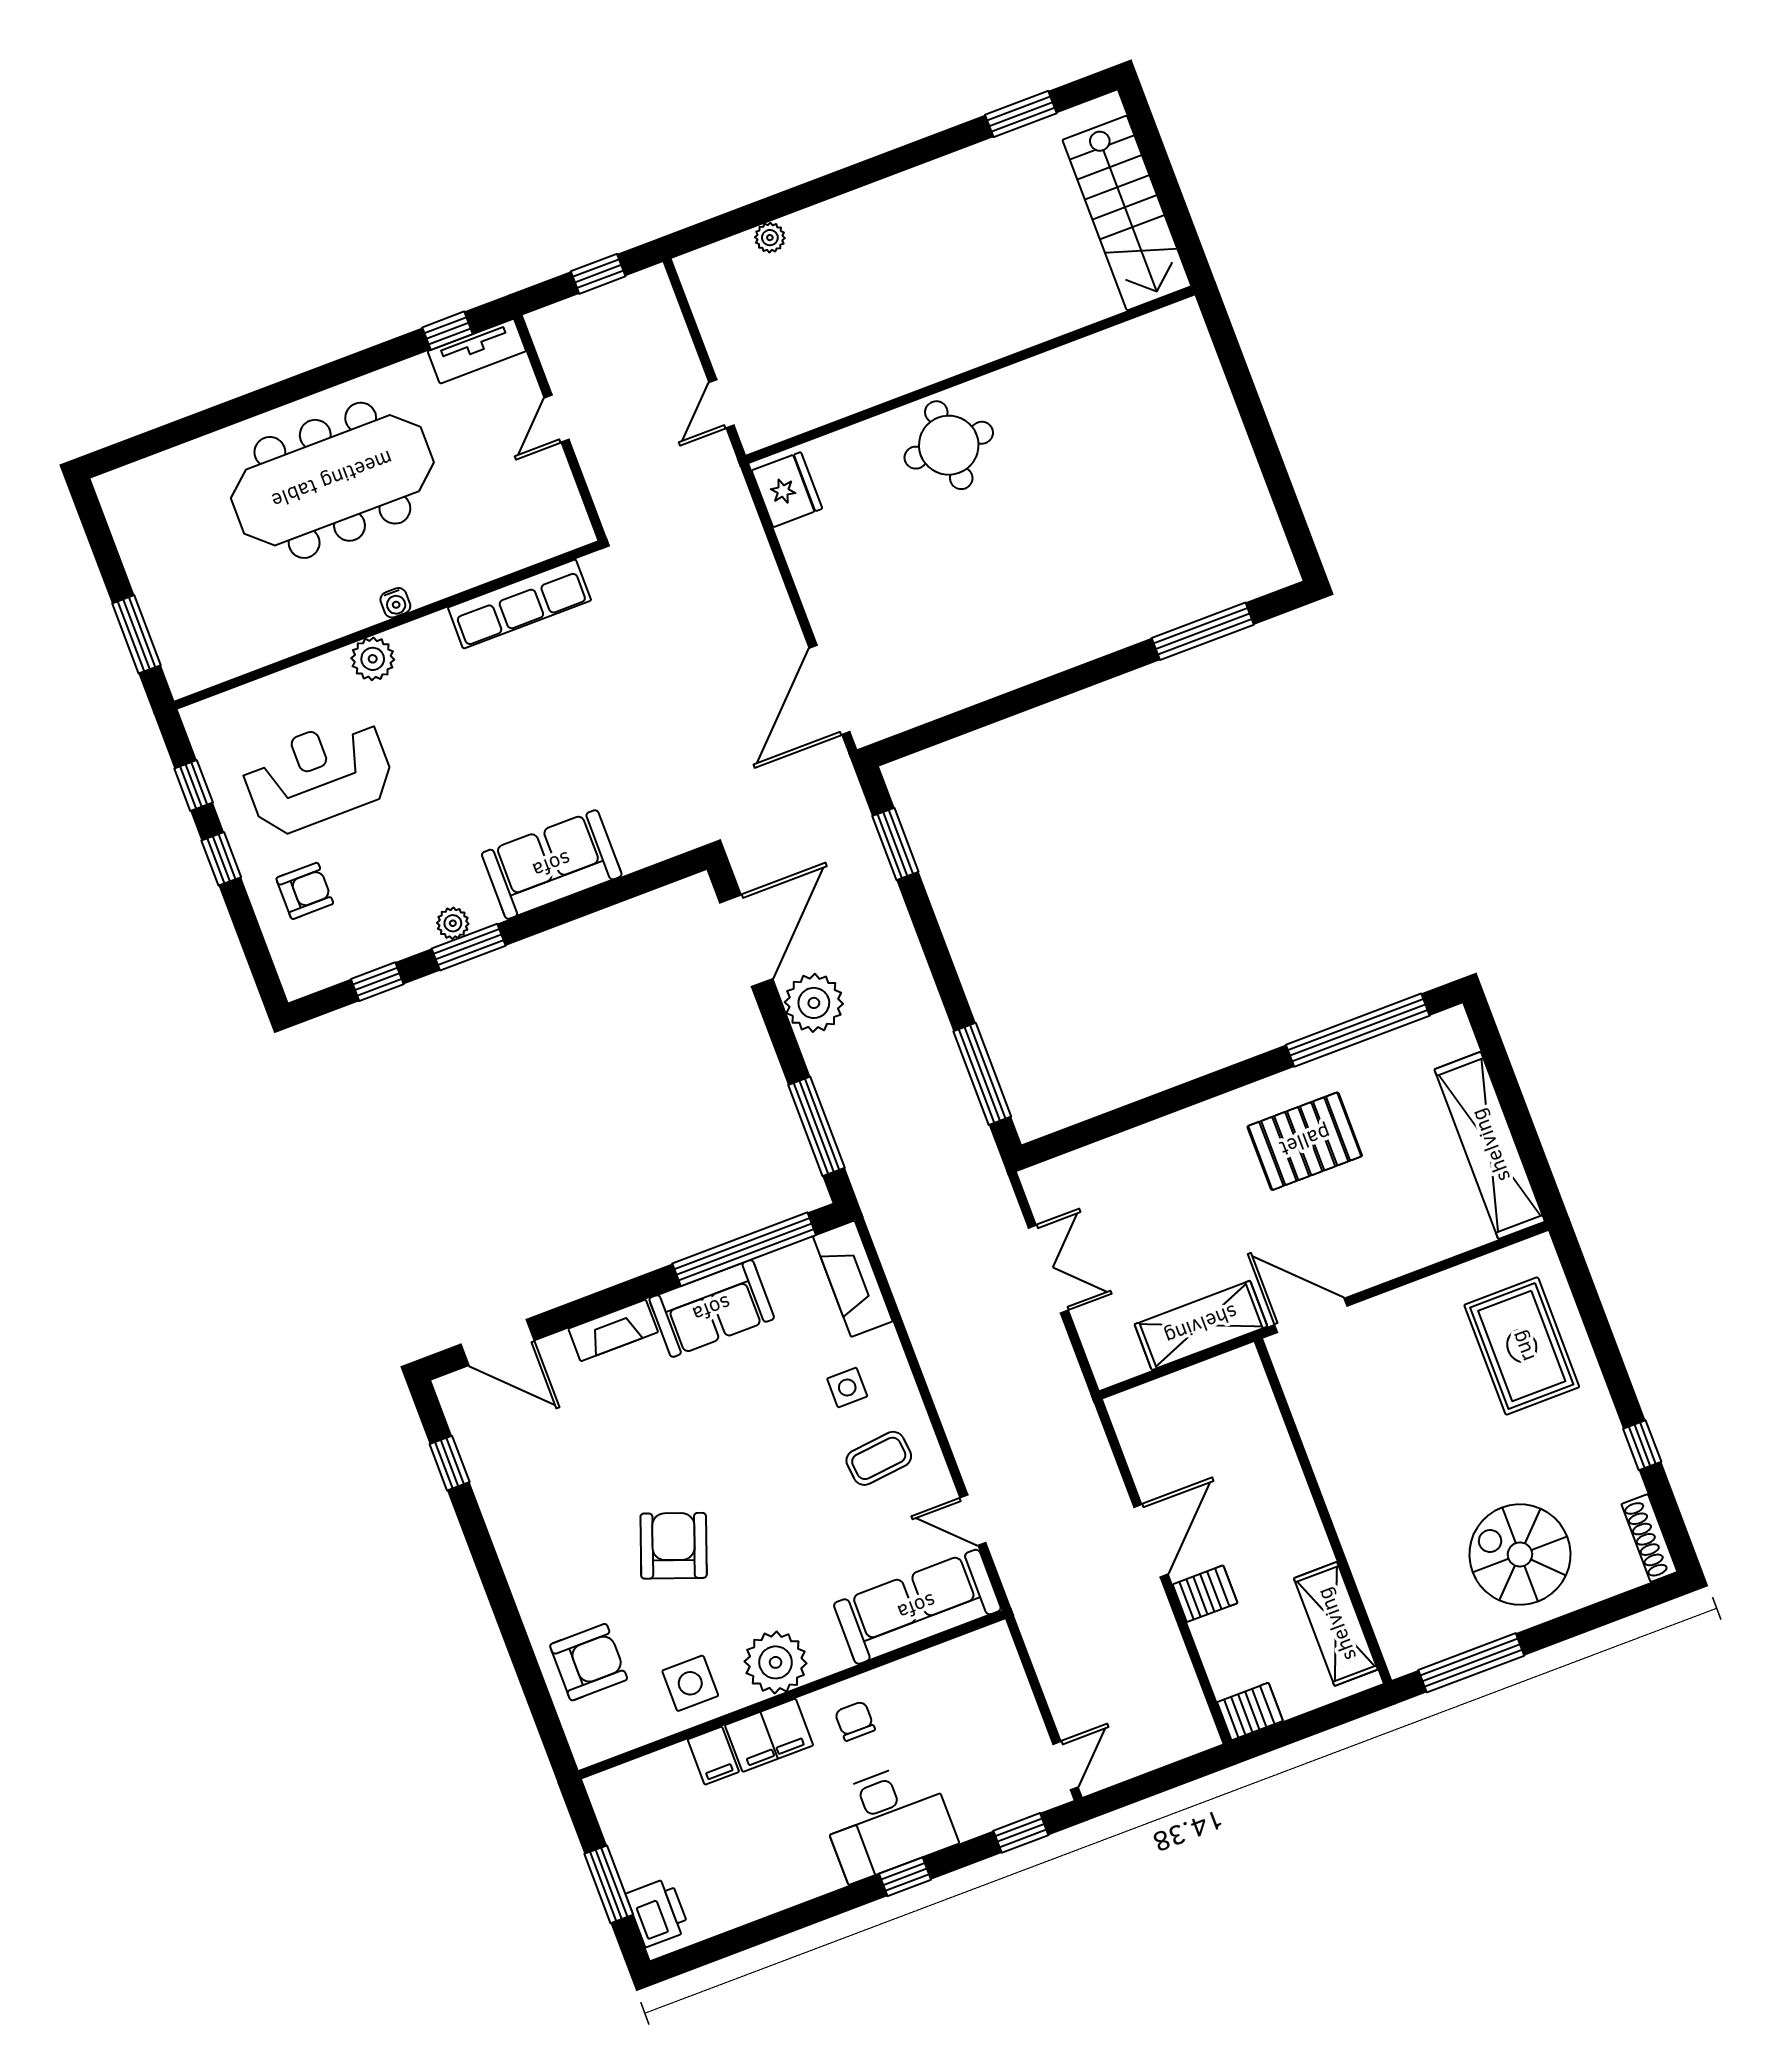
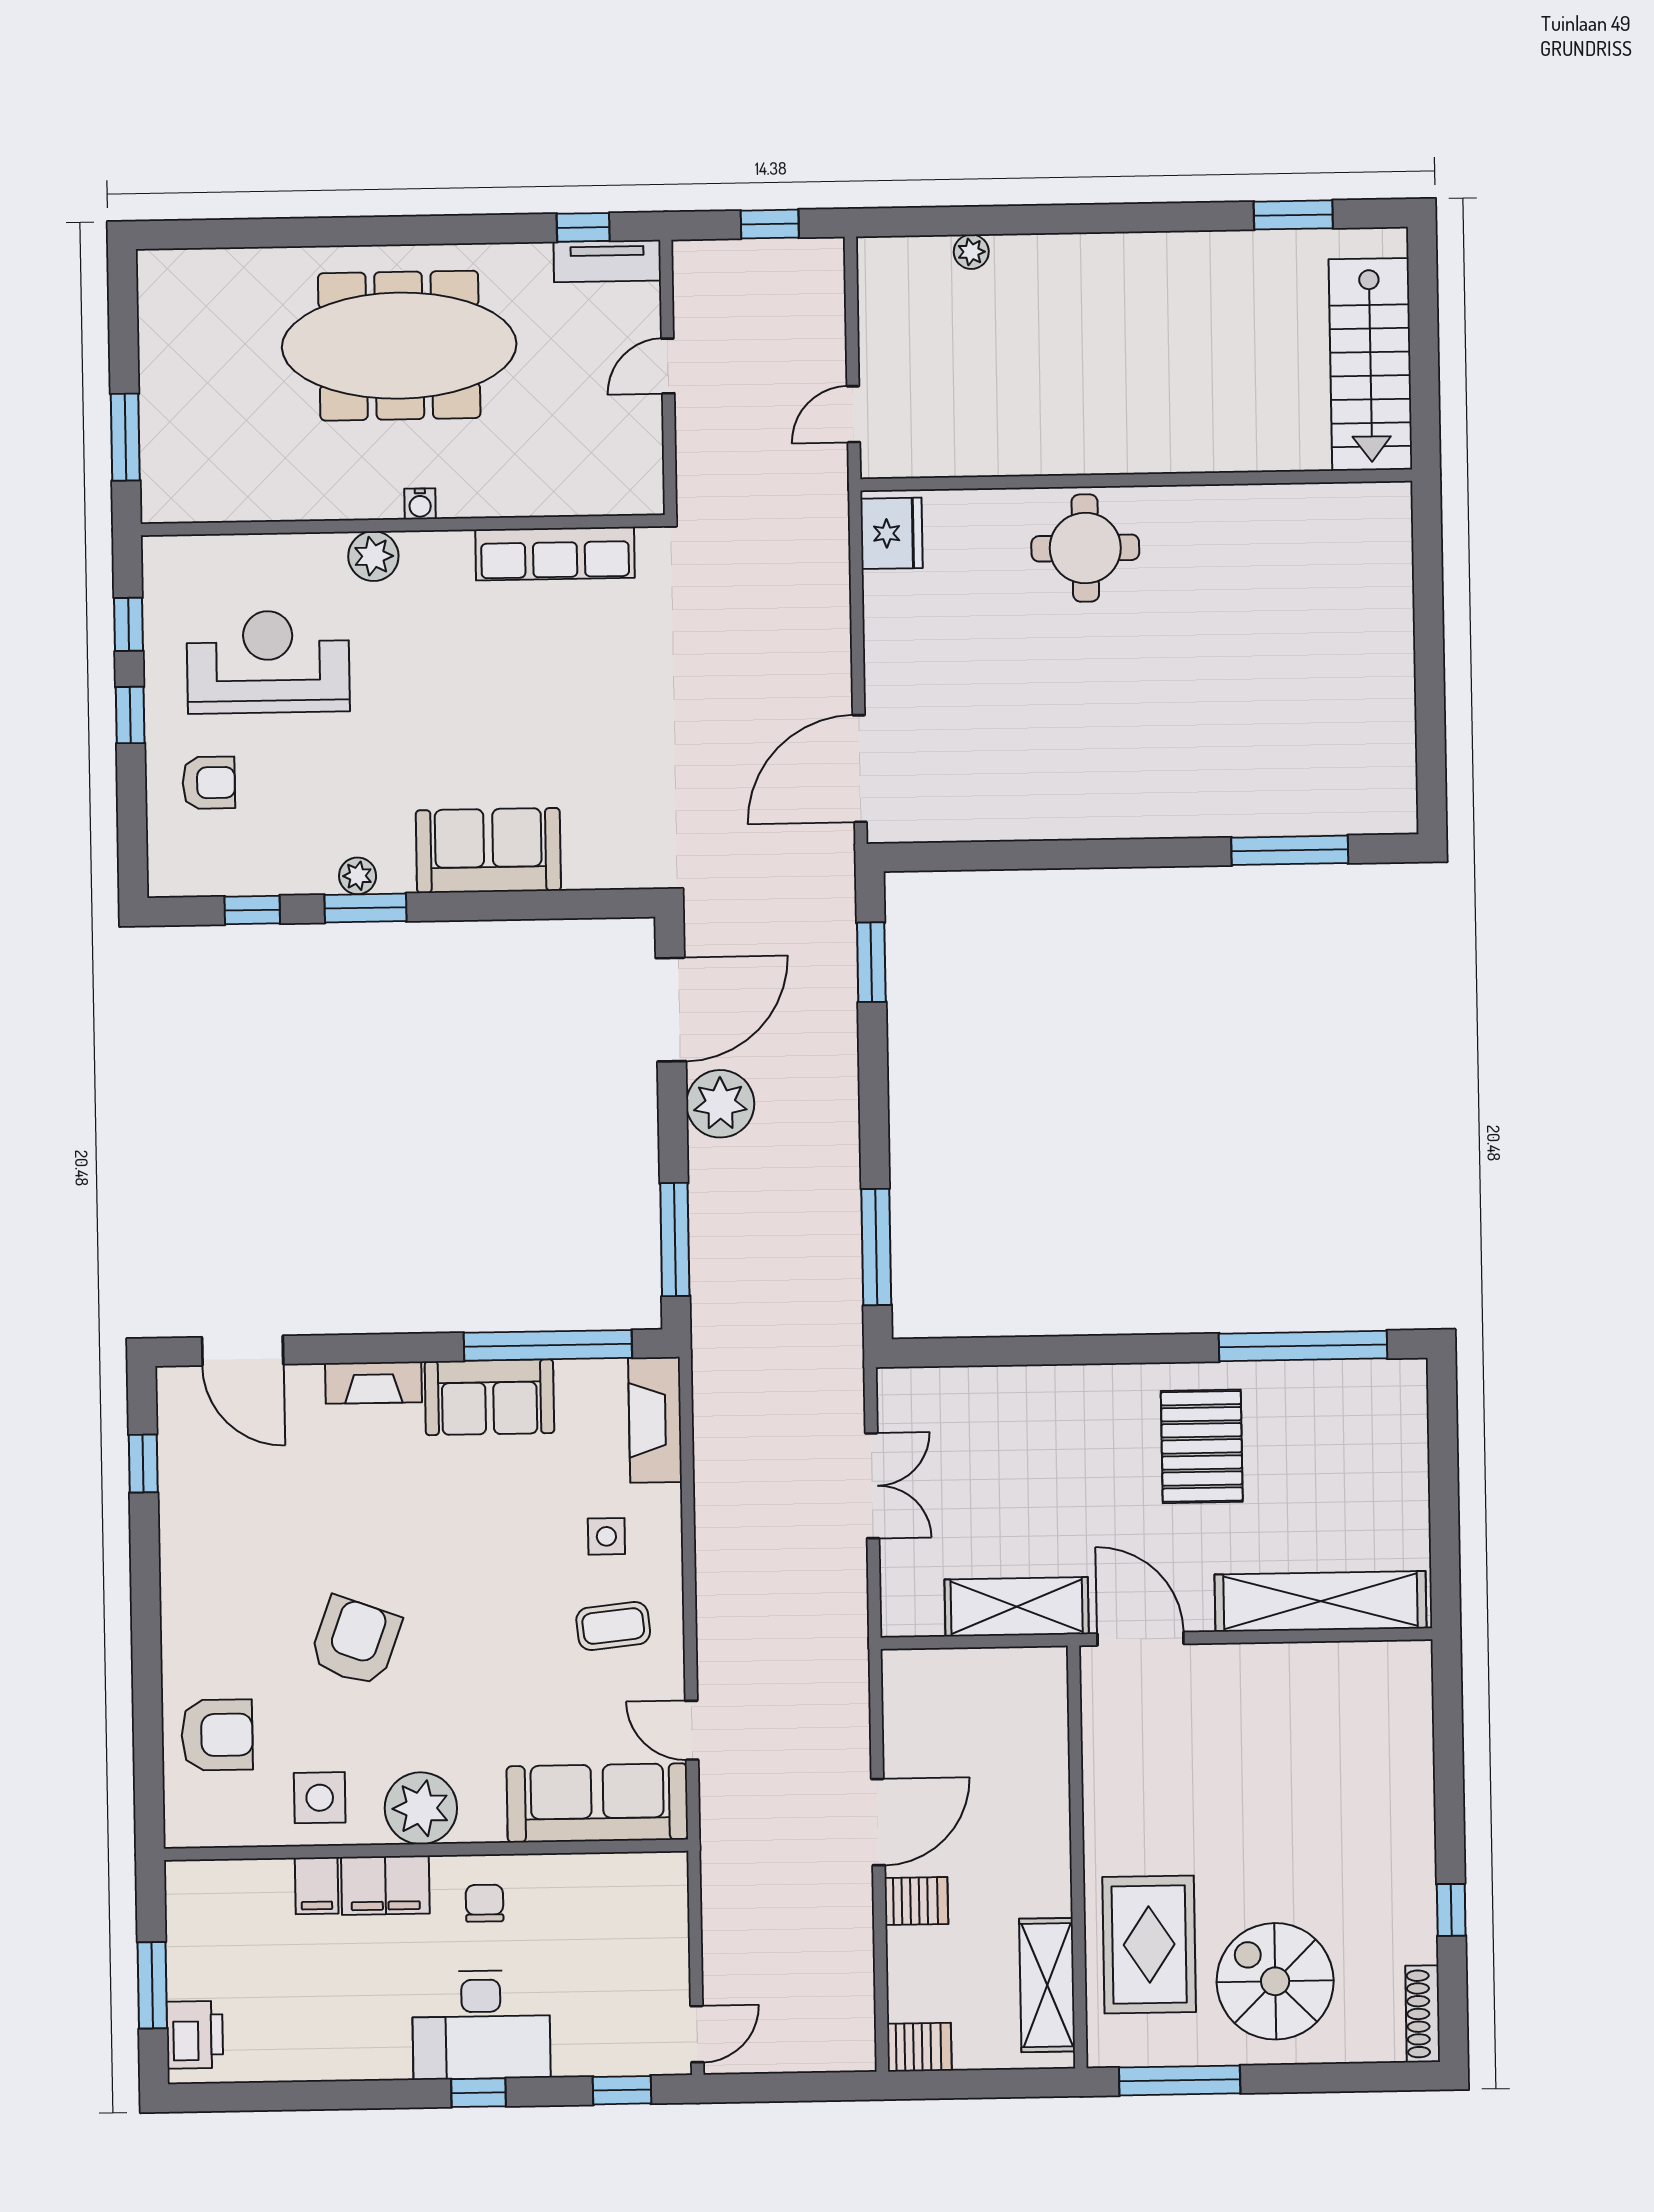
pallet: (1305, 1141) -> (1202, 1446), turned 90
shelving: (1490, 1145) -> (1320, 1601), moved, turned 90
rug: (1522, 1346) -> (1149, 1944), moved

